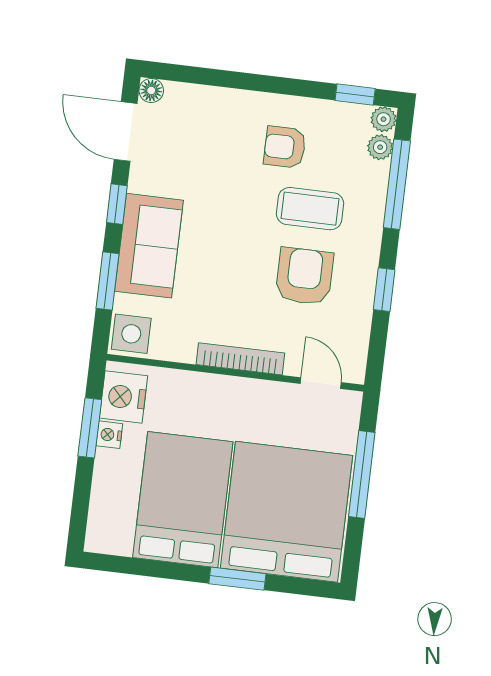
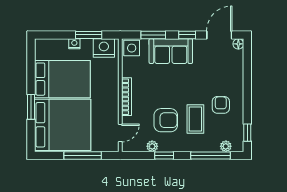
plant: (384, 119) -> (152, 146), moved
nightstand: (109, 435) -> (74, 44), moved

